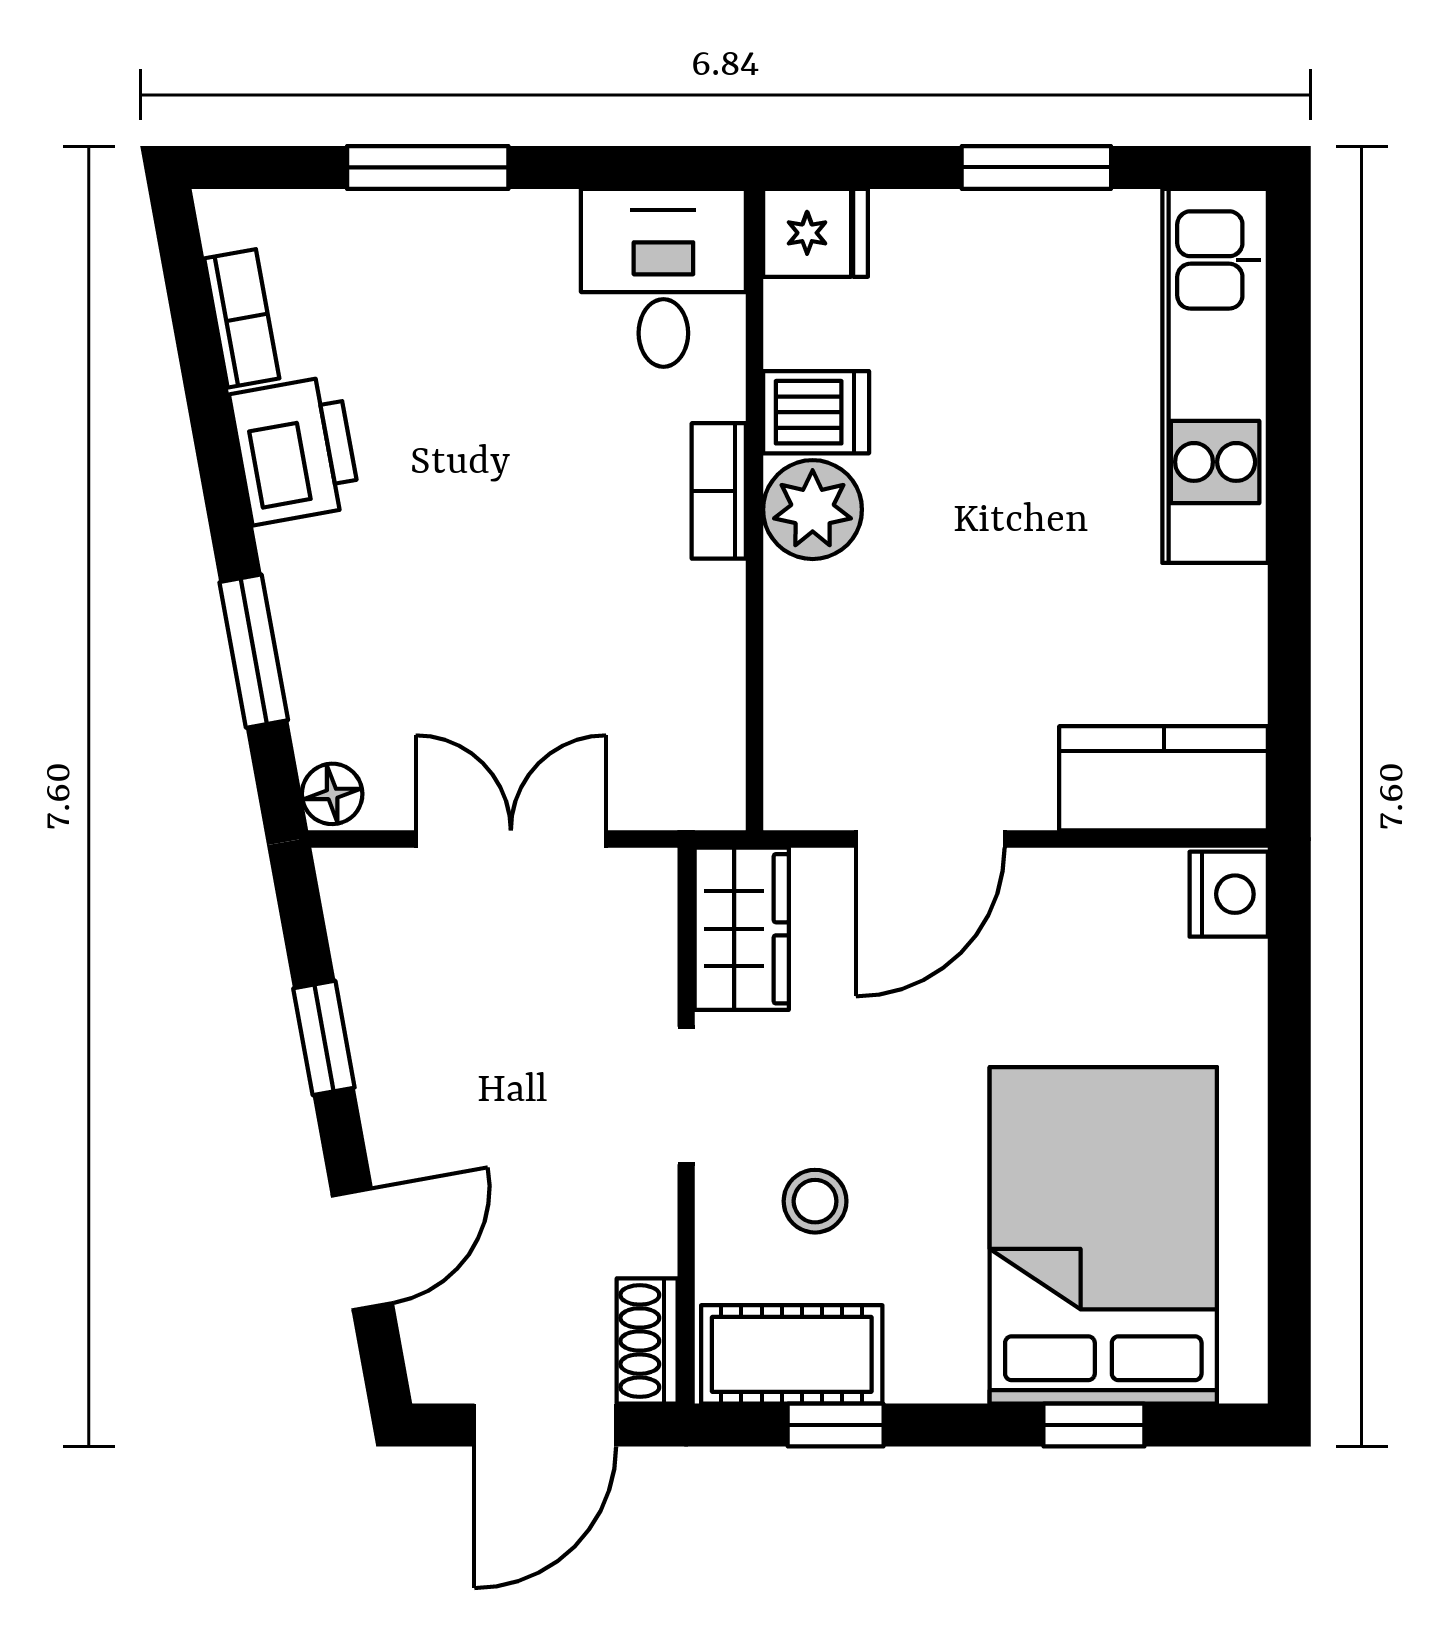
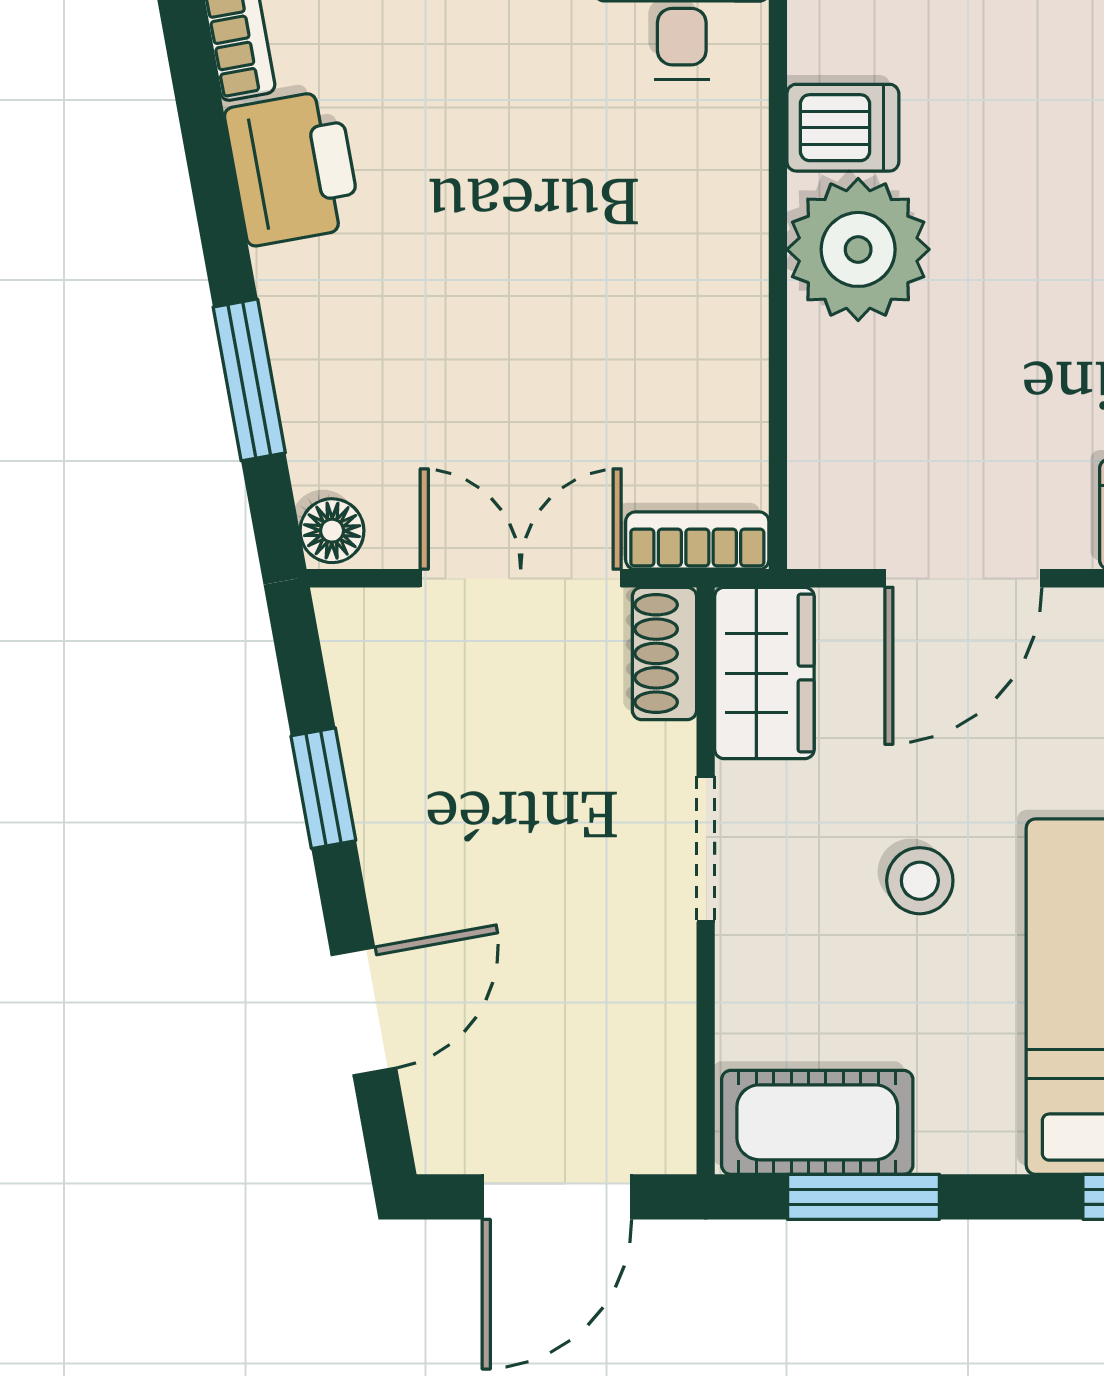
bookcase: (719, 491) -> (697, 541), moved, turned 90
plant: (813, 510) -> (858, 249), width x1.36, depth x1.36
stool: (815, 1201) -> (920, 881), moved
shoe rack: (647, 1341) -> (664, 653), moved
window: (836, 1425) -> (864, 1197), width x1.50

